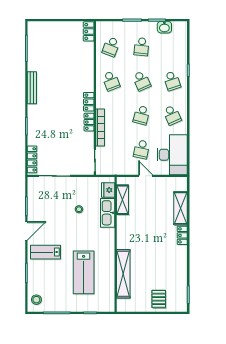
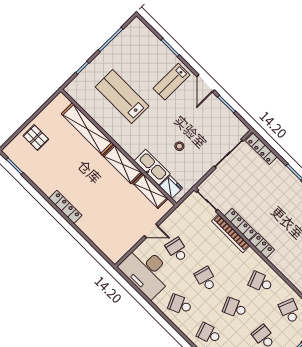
locker: (89, 122) -> (240, 224), width x1.53
shelving: (181, 208) -> (123, 164), moved
locker: (182, 235) -> (65, 207), width x1.53
lab bench: (46, 252) -> (172, 82), turned 180
stool: (36, 300) -> (139, 34), removed

